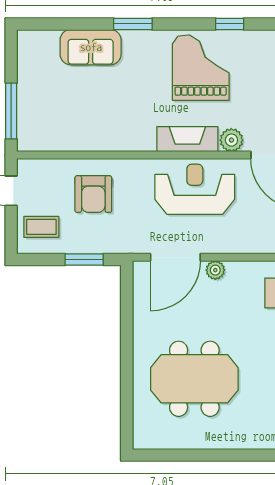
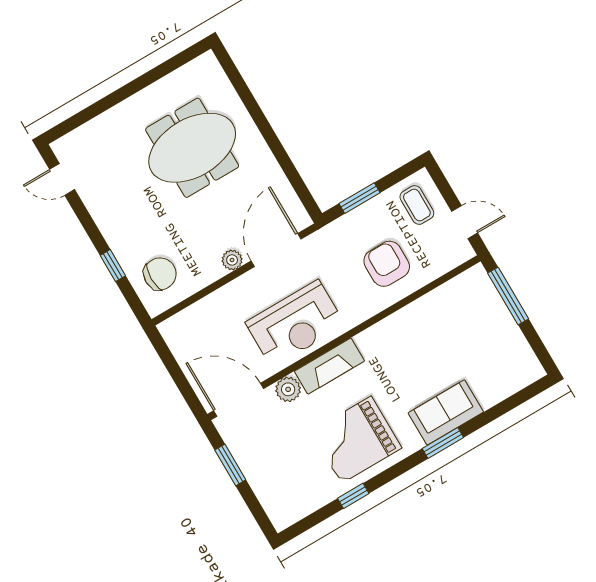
sofa: (91, 47) -> (446, 412), moved
grand piano: (201, 68) -> (356, 440), turned 90
coffee table: (41, 227) -> (417, 205), turned 90

